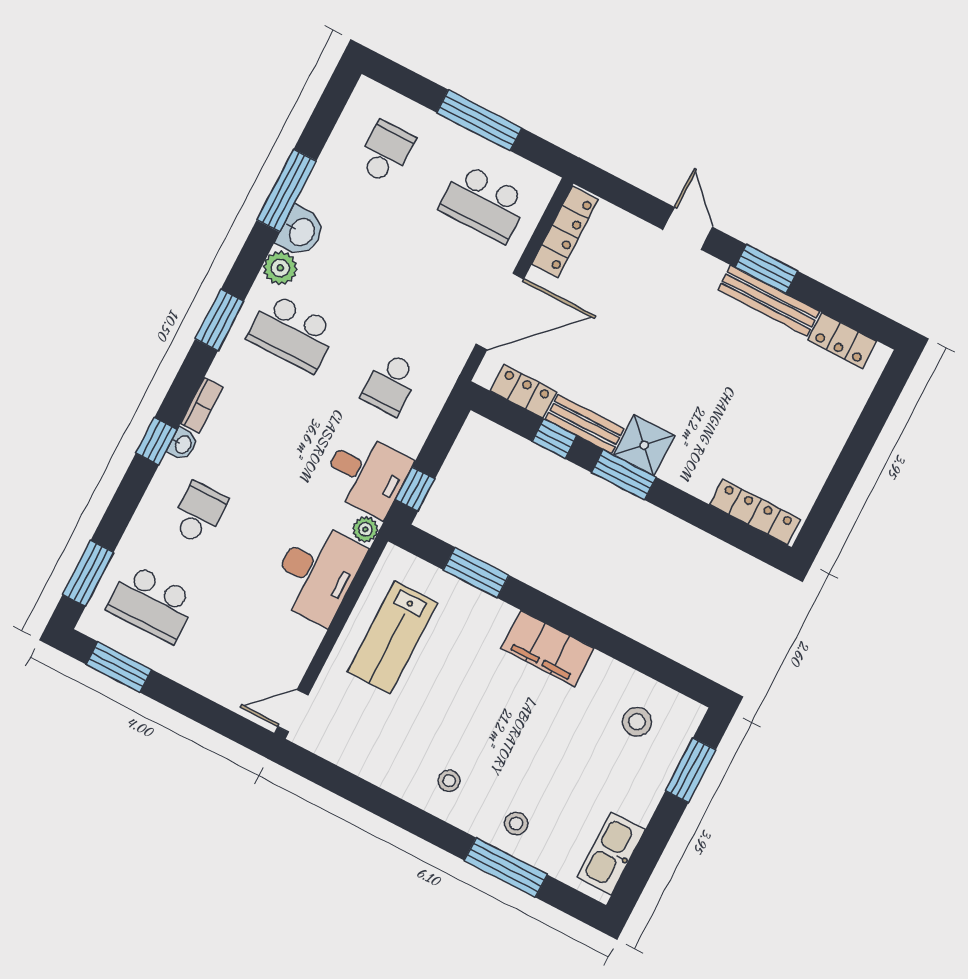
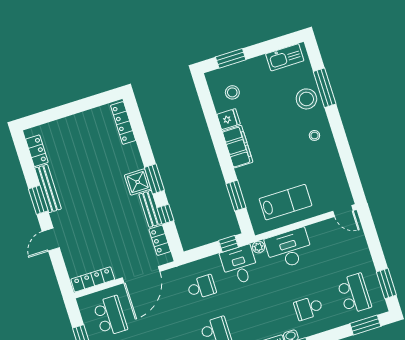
door: (500, 312) -> (141, 275), swing flipped
fridge: (603, 676) -> (229, 119), added
stool: (516, 823) -> (306, 99), width x1.89, depth x1.89

